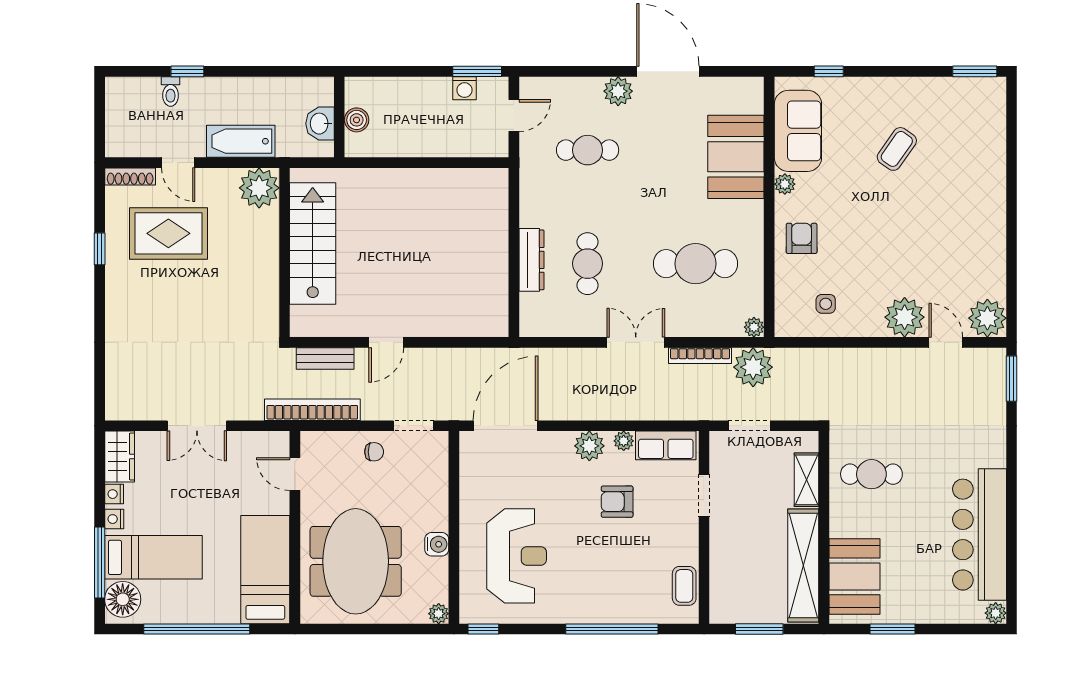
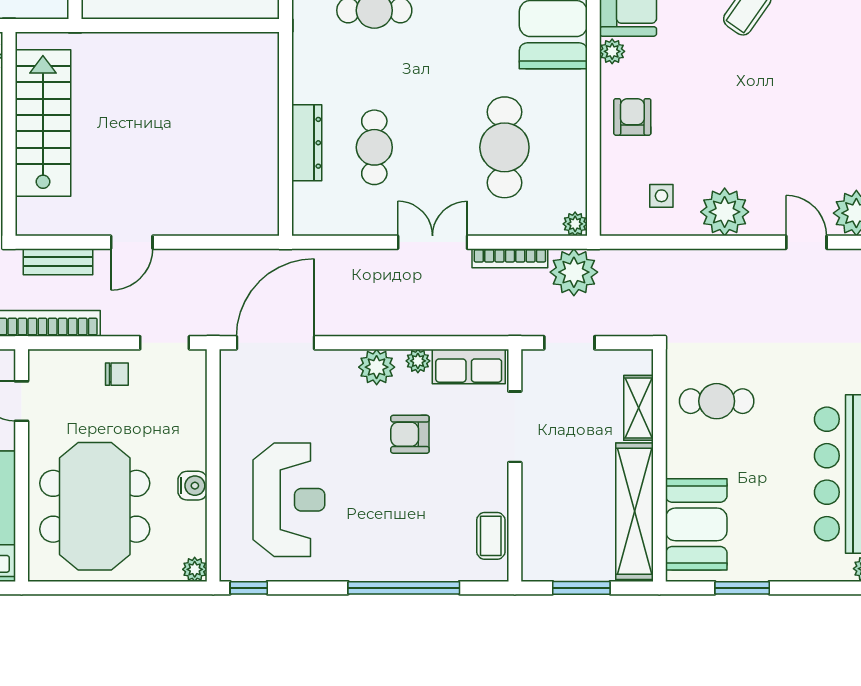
cafe table: (695, 264) -> (504, 147), turned 90
plant: (905, 317) -> (725, 212), moved
doorway: (704, 495) -> (515, 427), width x1.38

